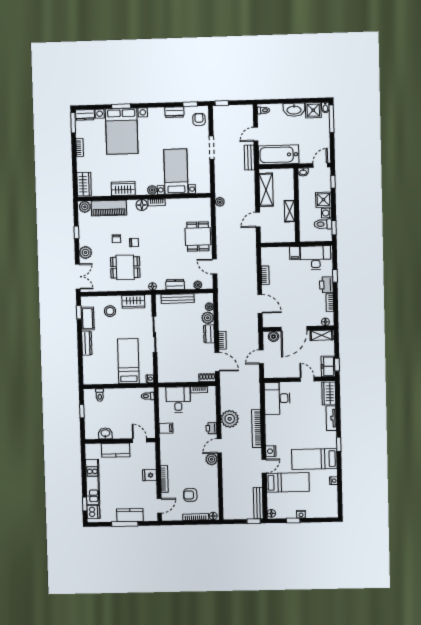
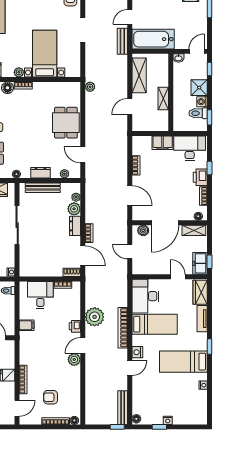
filing cabinet: (295, 253) -> (163, 143), width x2.00
door: (261, 357) -> (130, 252), hinge flipped
bed: (288, 482) -> (155, 324), moved

